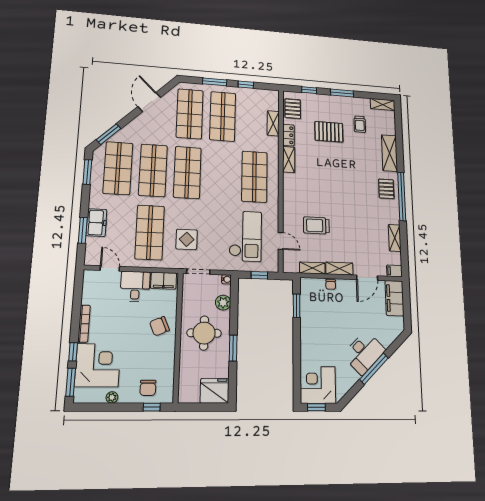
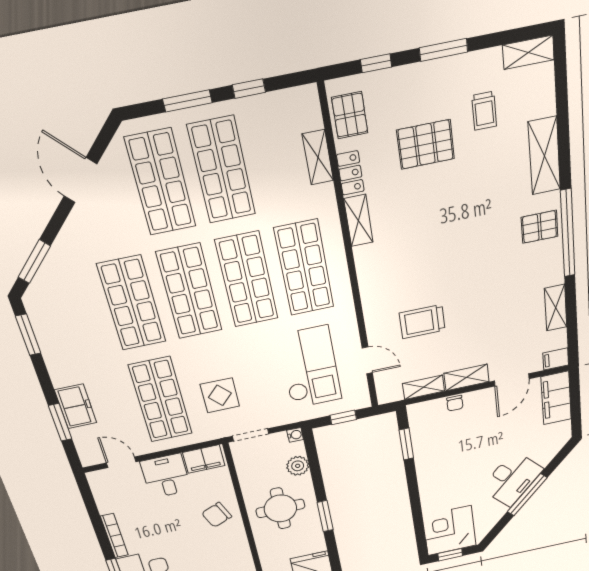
shop shelf: (118, 168) -> (247, 280), moved
pallet: (386, 189) -> (540, 227), turned 90

